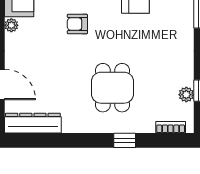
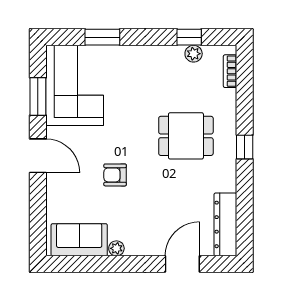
armchair: (77, 24) -> (115, 175), turned 90
window: (125, 140) -> (245, 147), moved

